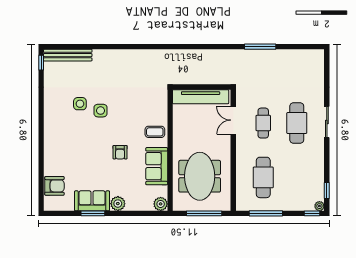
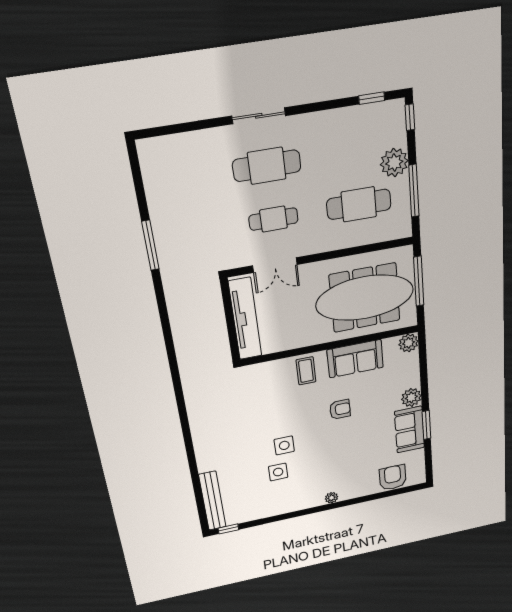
plant: (48, 139) -> (332, 498), added
meeting table: (200, 176) -> (365, 298), width x1.36
plant: (319, 206) -> (394, 163), moved, width x1.88, depth x1.88

